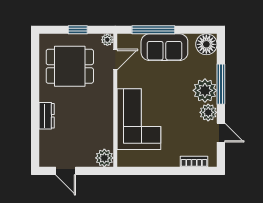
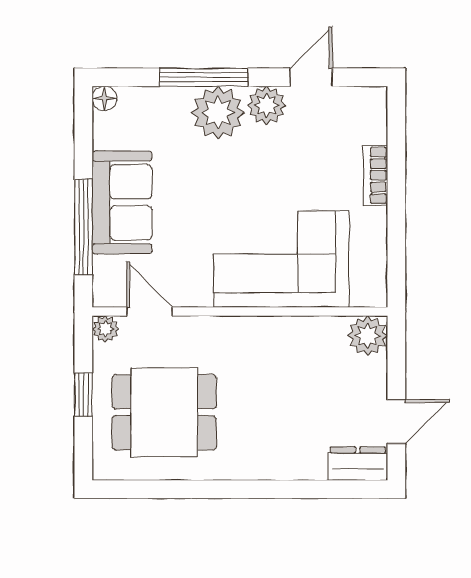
floor lamp: (206, 44) -> (105, 98), width x0.53, depth x0.53
dining table: (70, 66) -> (164, 412), turned 90
dresser: (47, 116) -> (358, 464), moved
bookcase: (194, 162) -> (375, 175), moved

